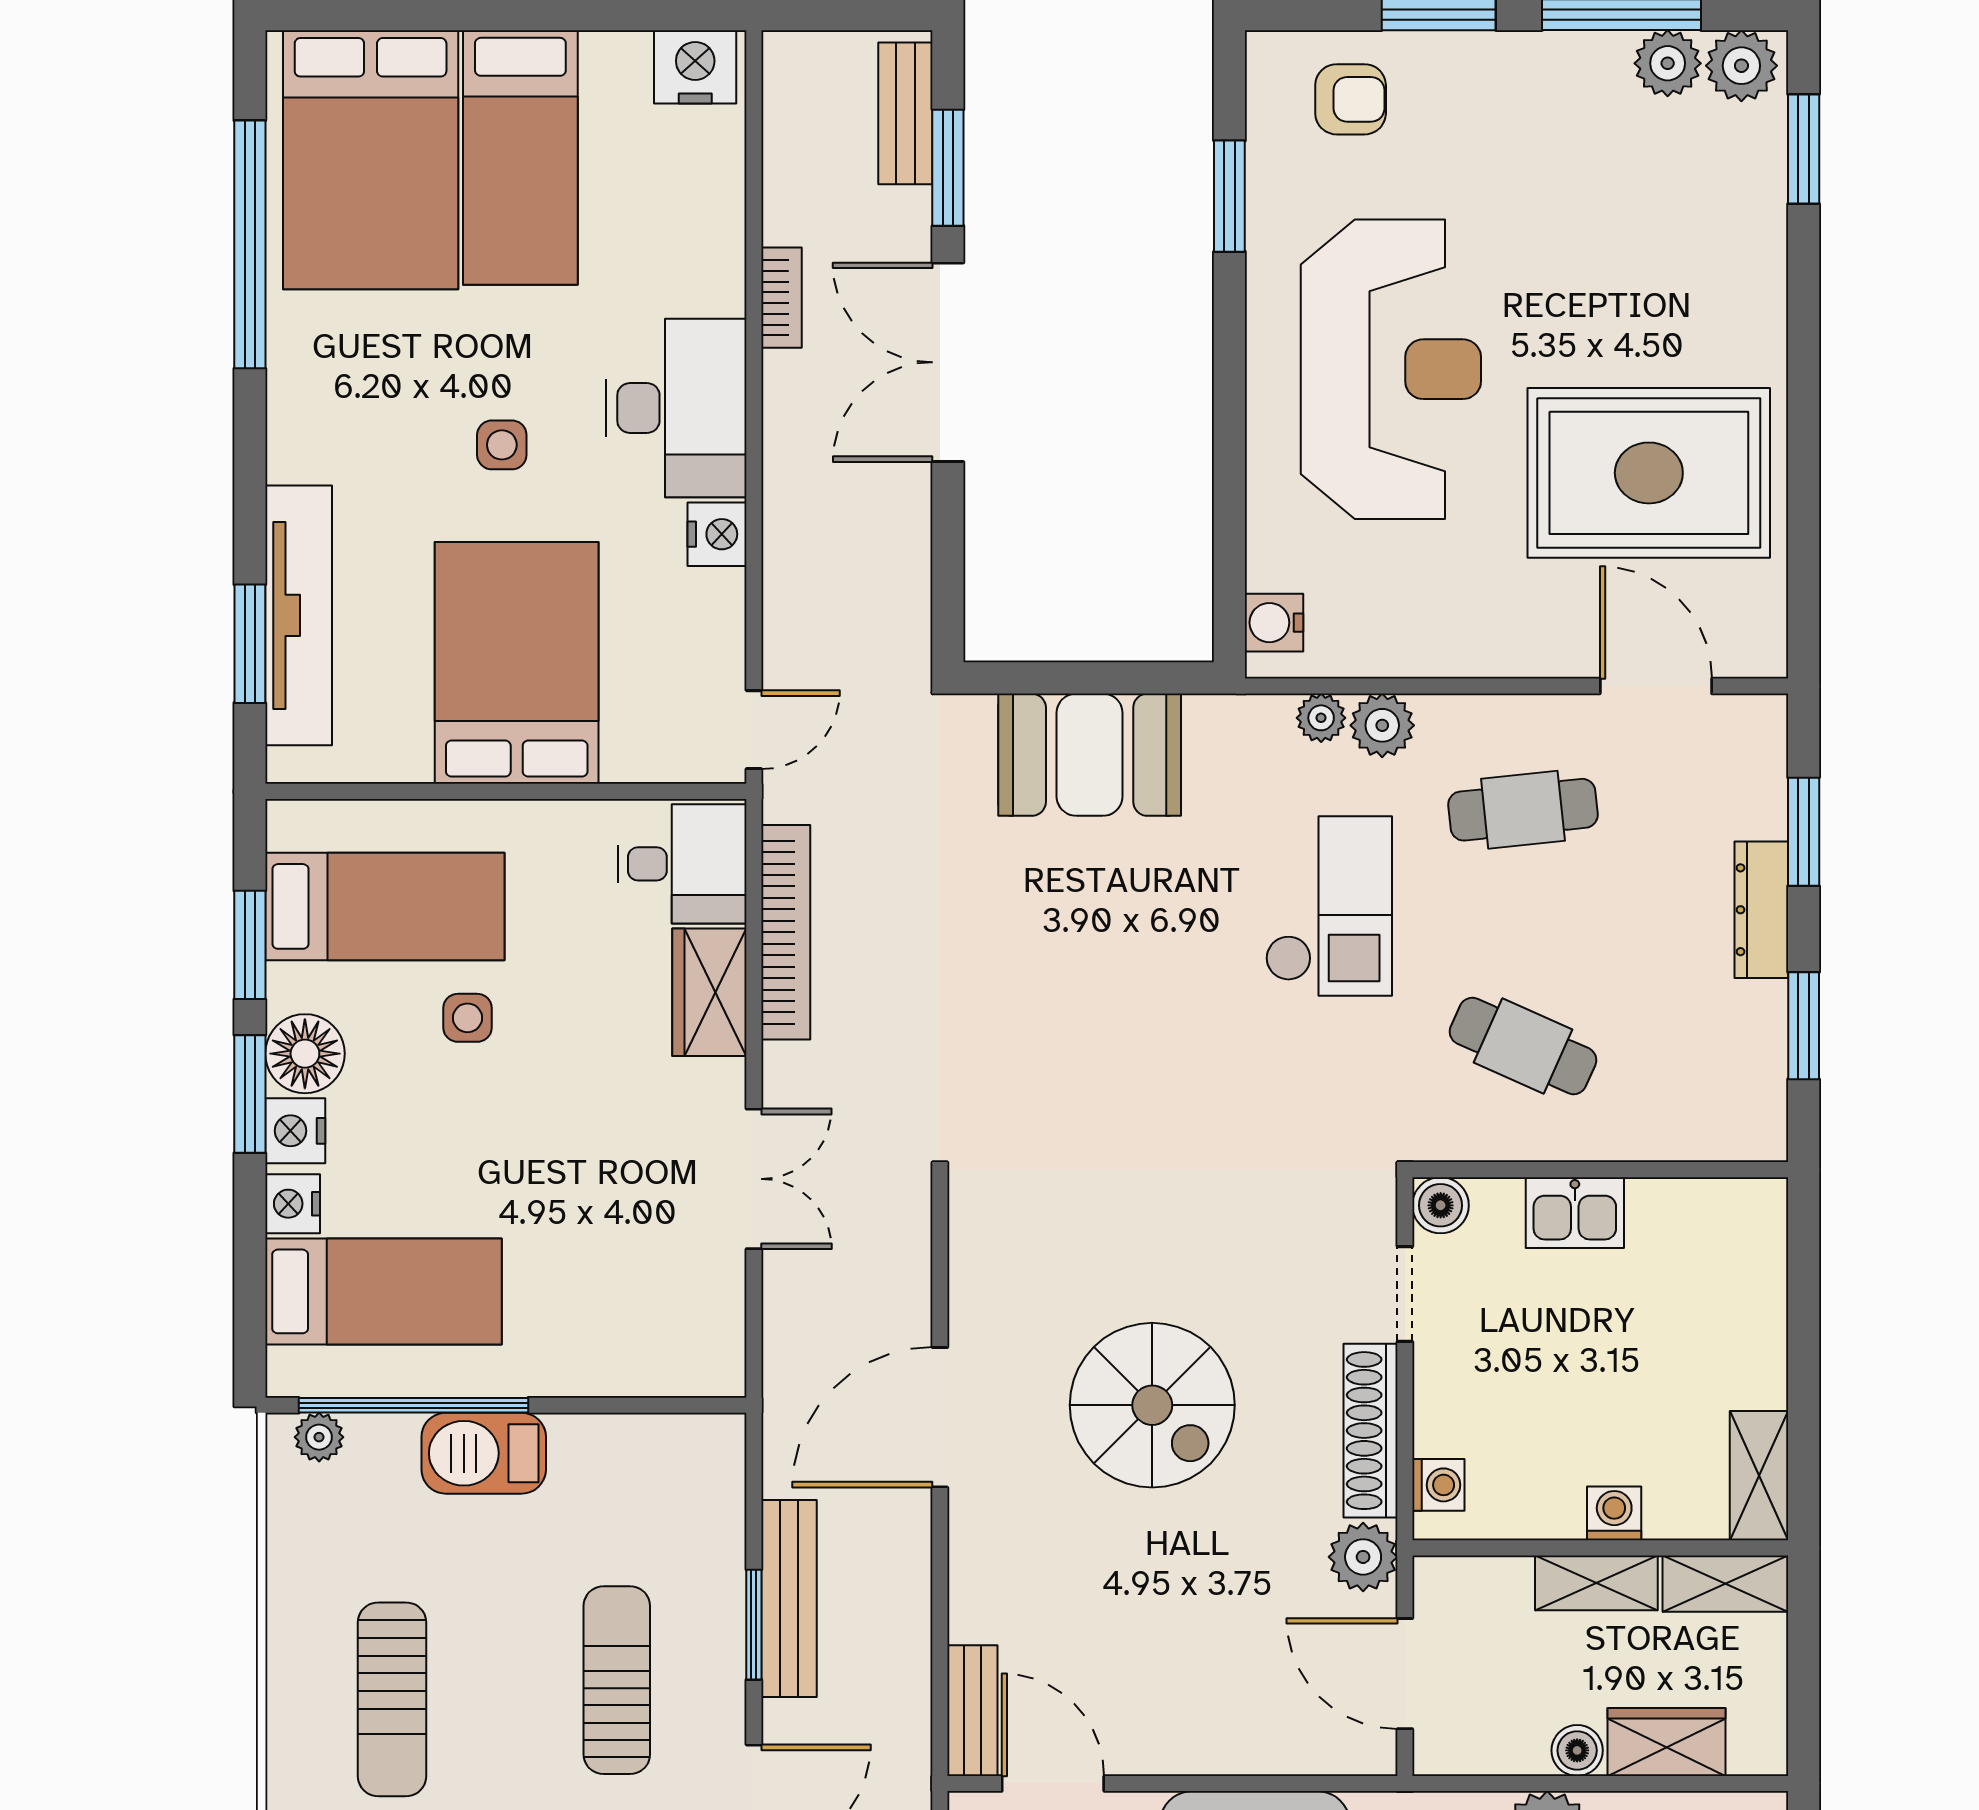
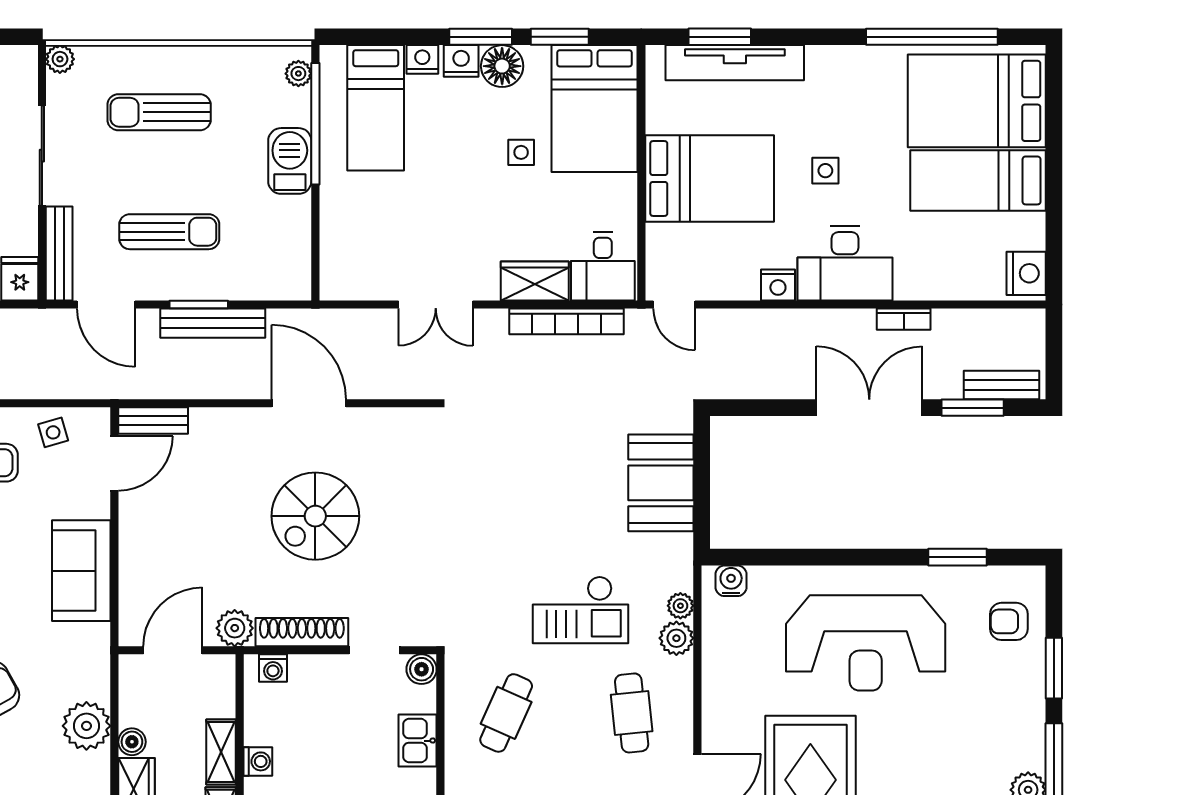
armchair: (1351, 99) -> (1009, 621), turned 90
bed: (385, 906) -> (595, 109), width x1.50

